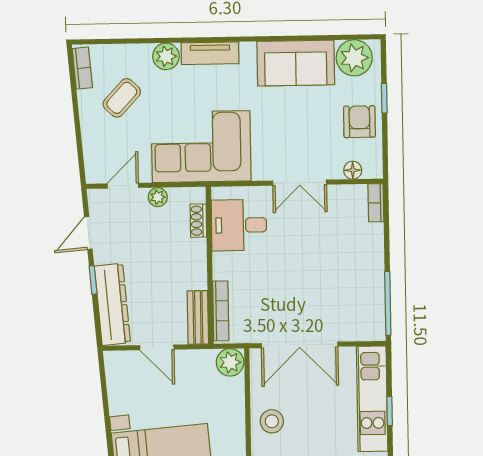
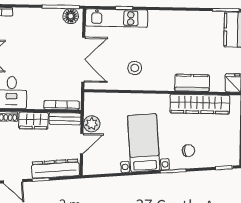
wardrobe: (193, 264) -> (33, 121), added
floor lamp: (373, 321) -> (71, 16), added
plant: (230, 362) -> (92, 124), moved
stool: (272, 421) -> (135, 68), moved

